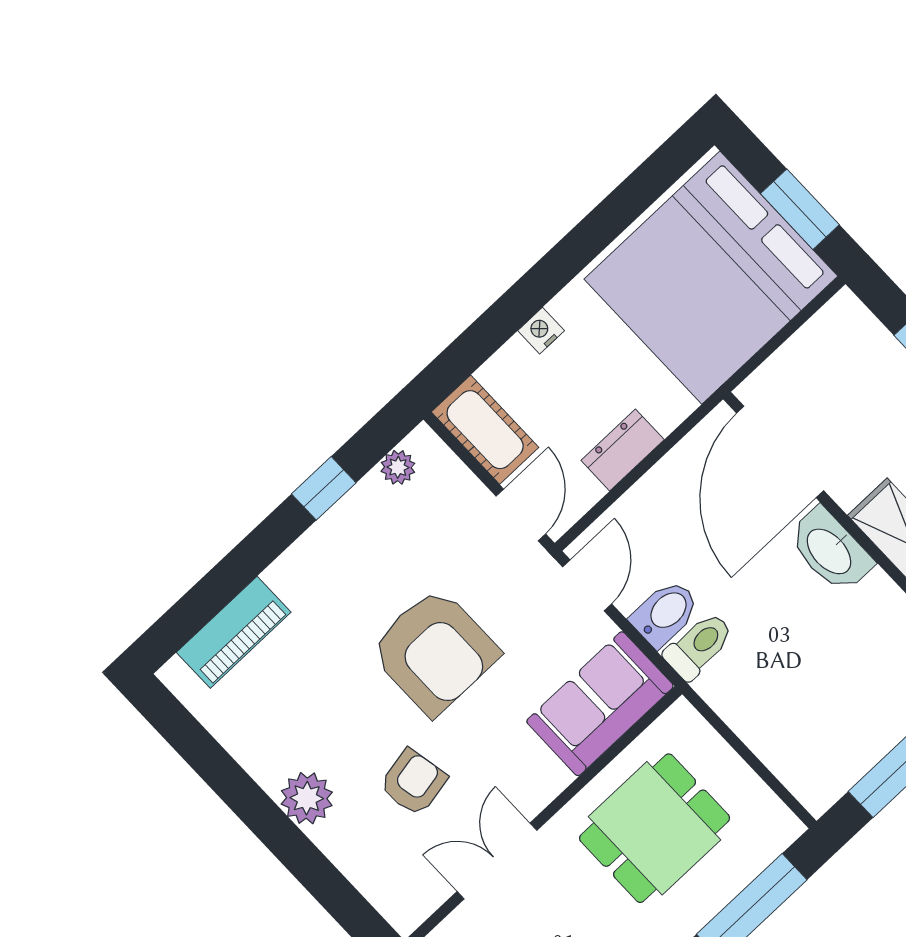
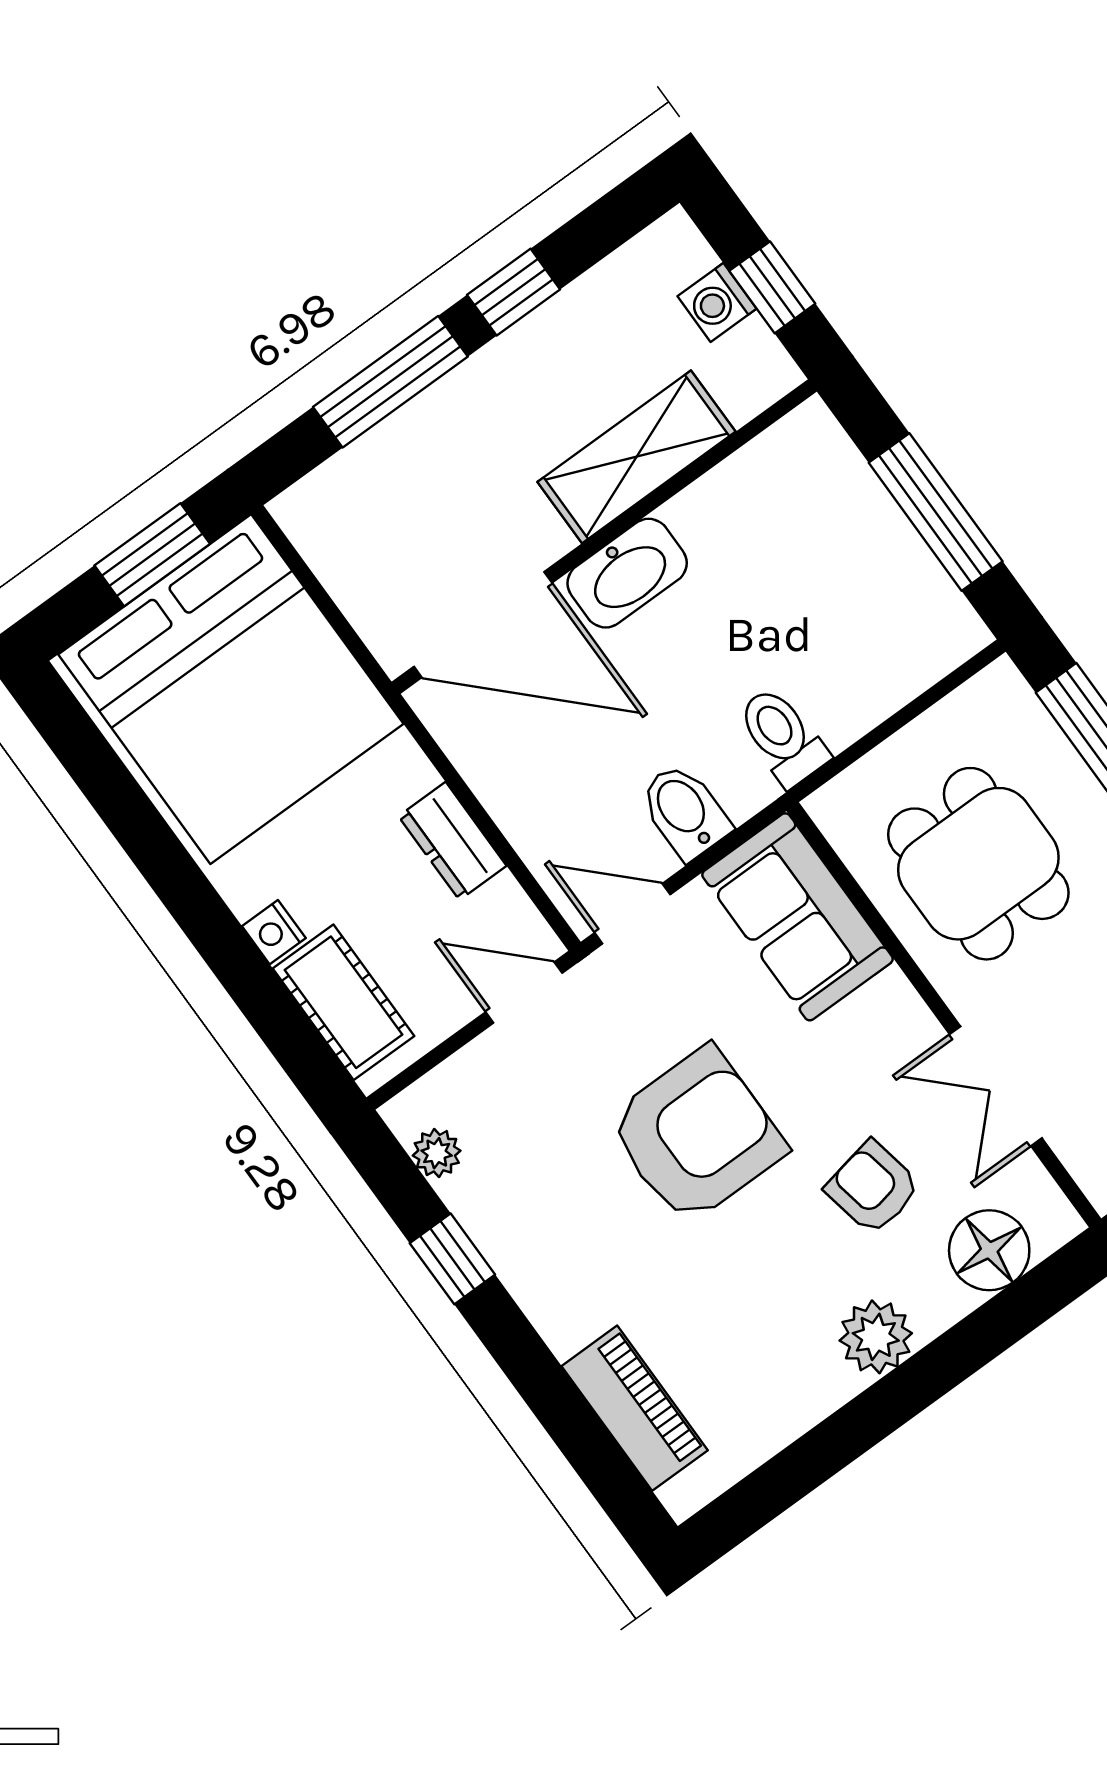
cot: (485, 430) -> (344, 1002), moved, turned 90
toilet: (699, 646) -> (782, 736), moved
floor lamp: (379, 871) -> (989, 1250), added

